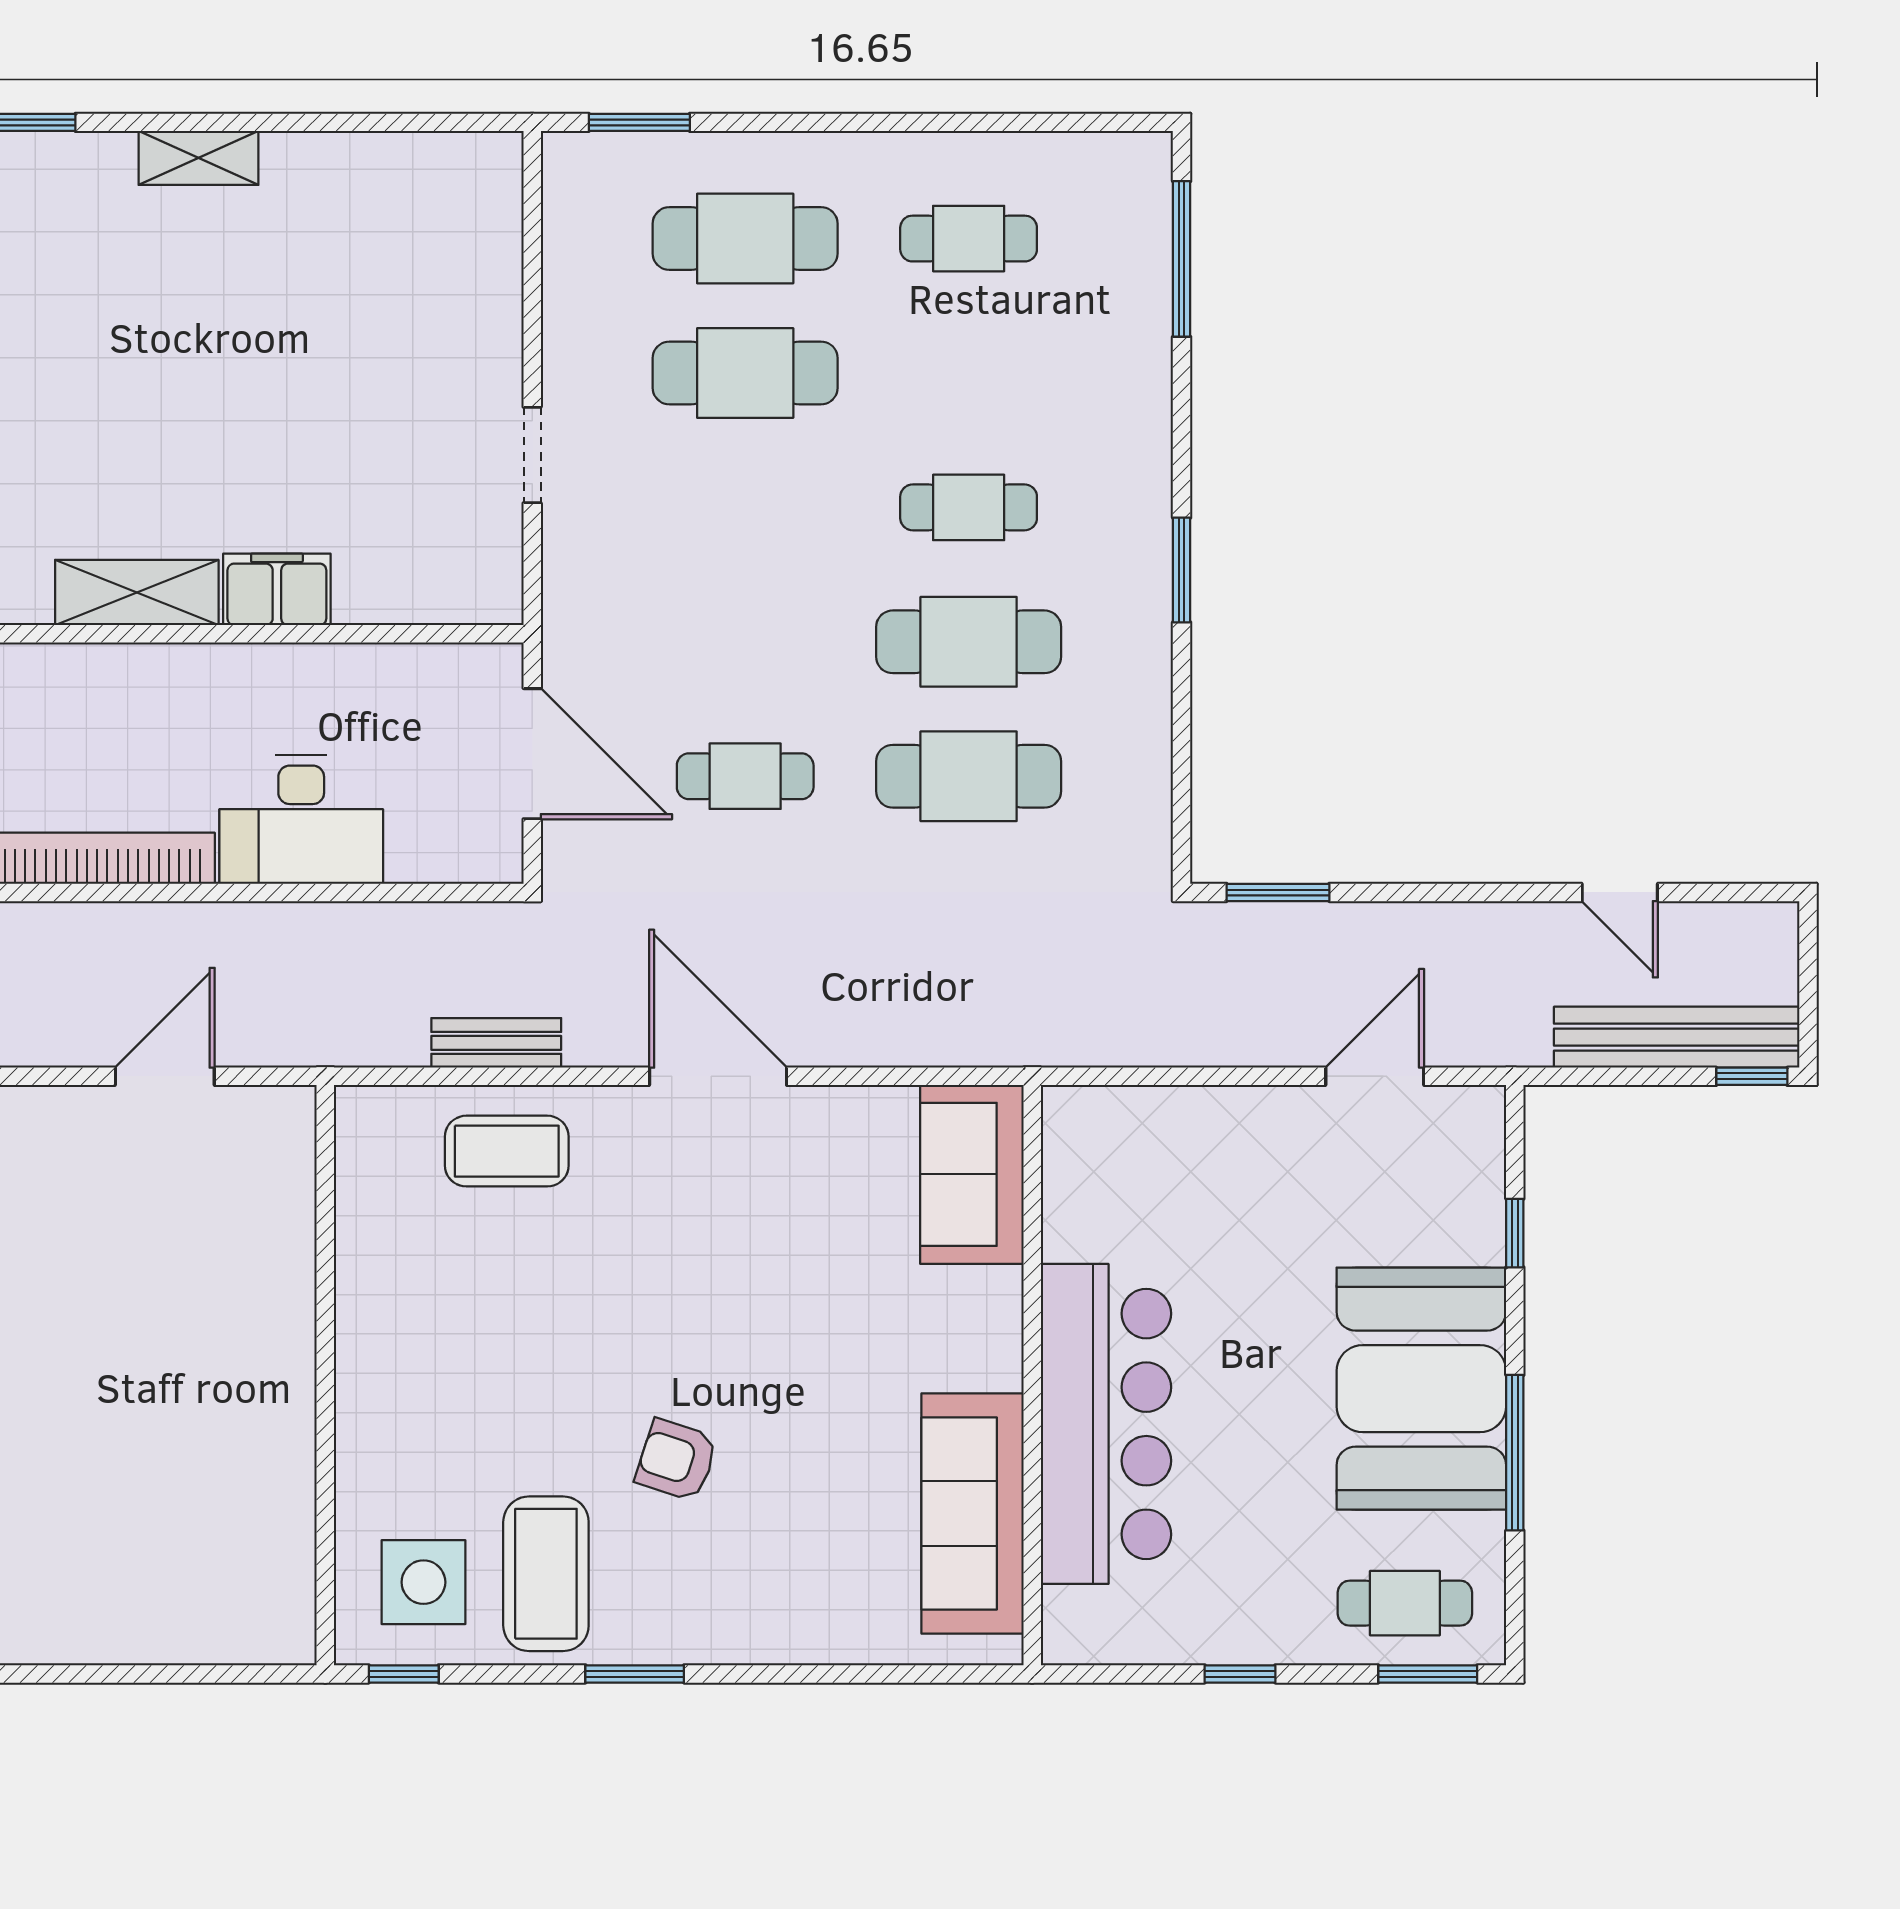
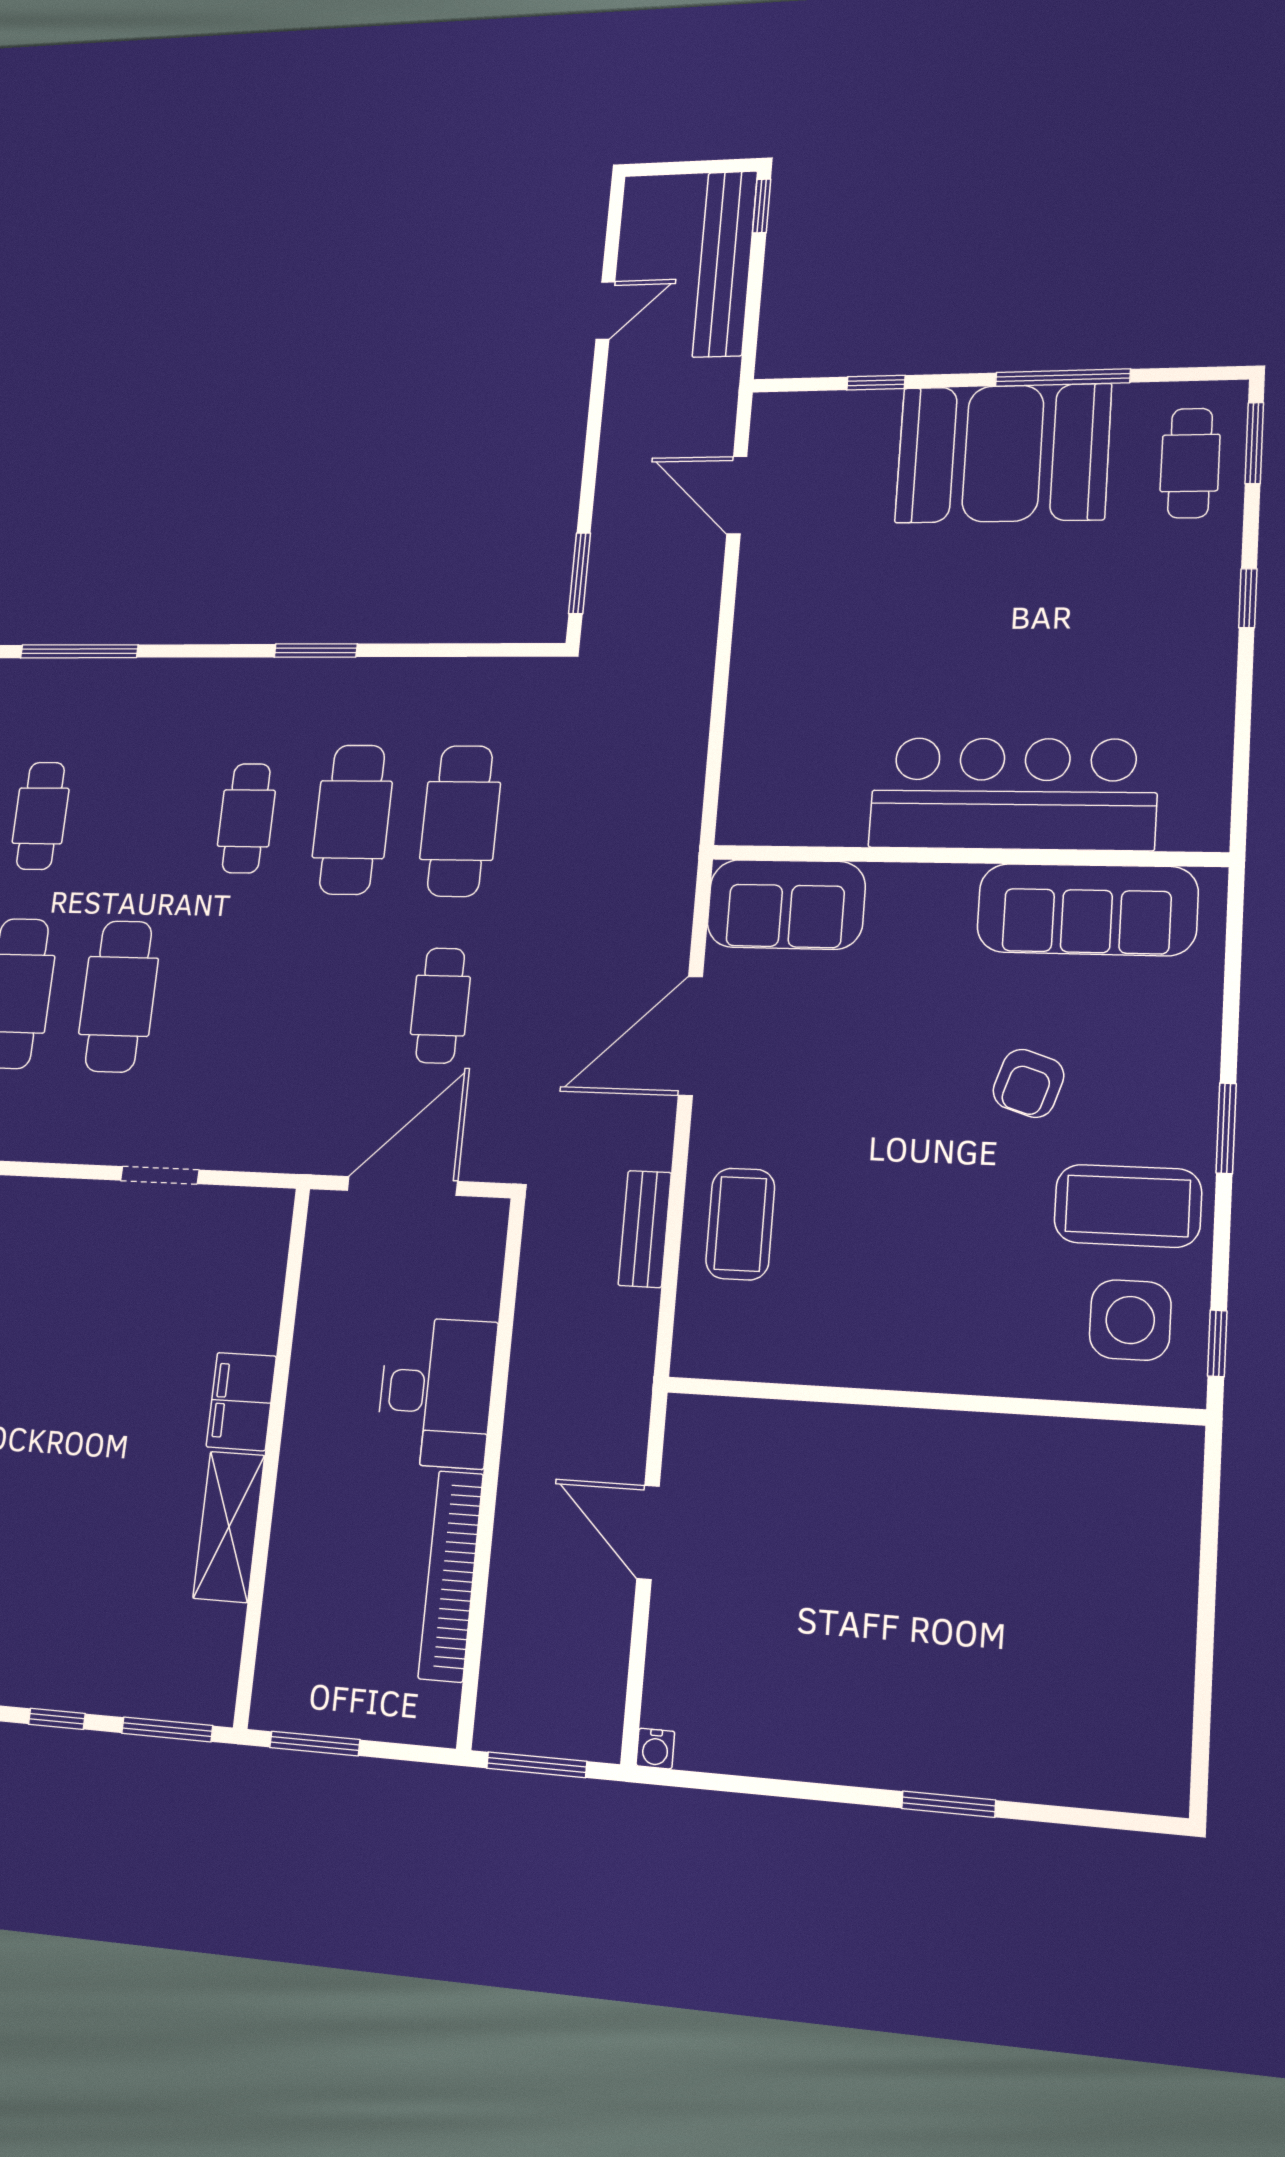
sofa: (972, 1174) -> (786, 904), moved
wall: (1032, 1375) -> (966, 856), moved
bar counter: (1106, 1424) -> (1013, 794), moved
sofa: (972, 1513) -> (1087, 910), moved

